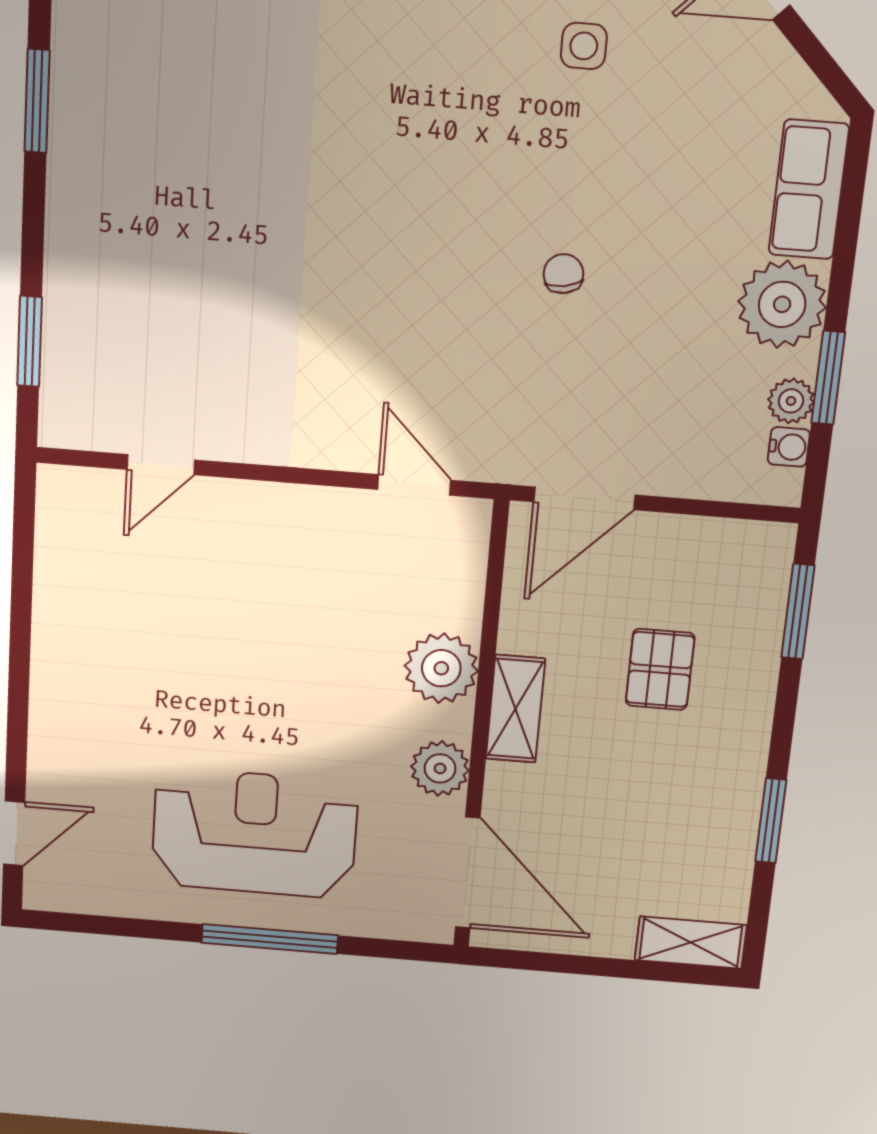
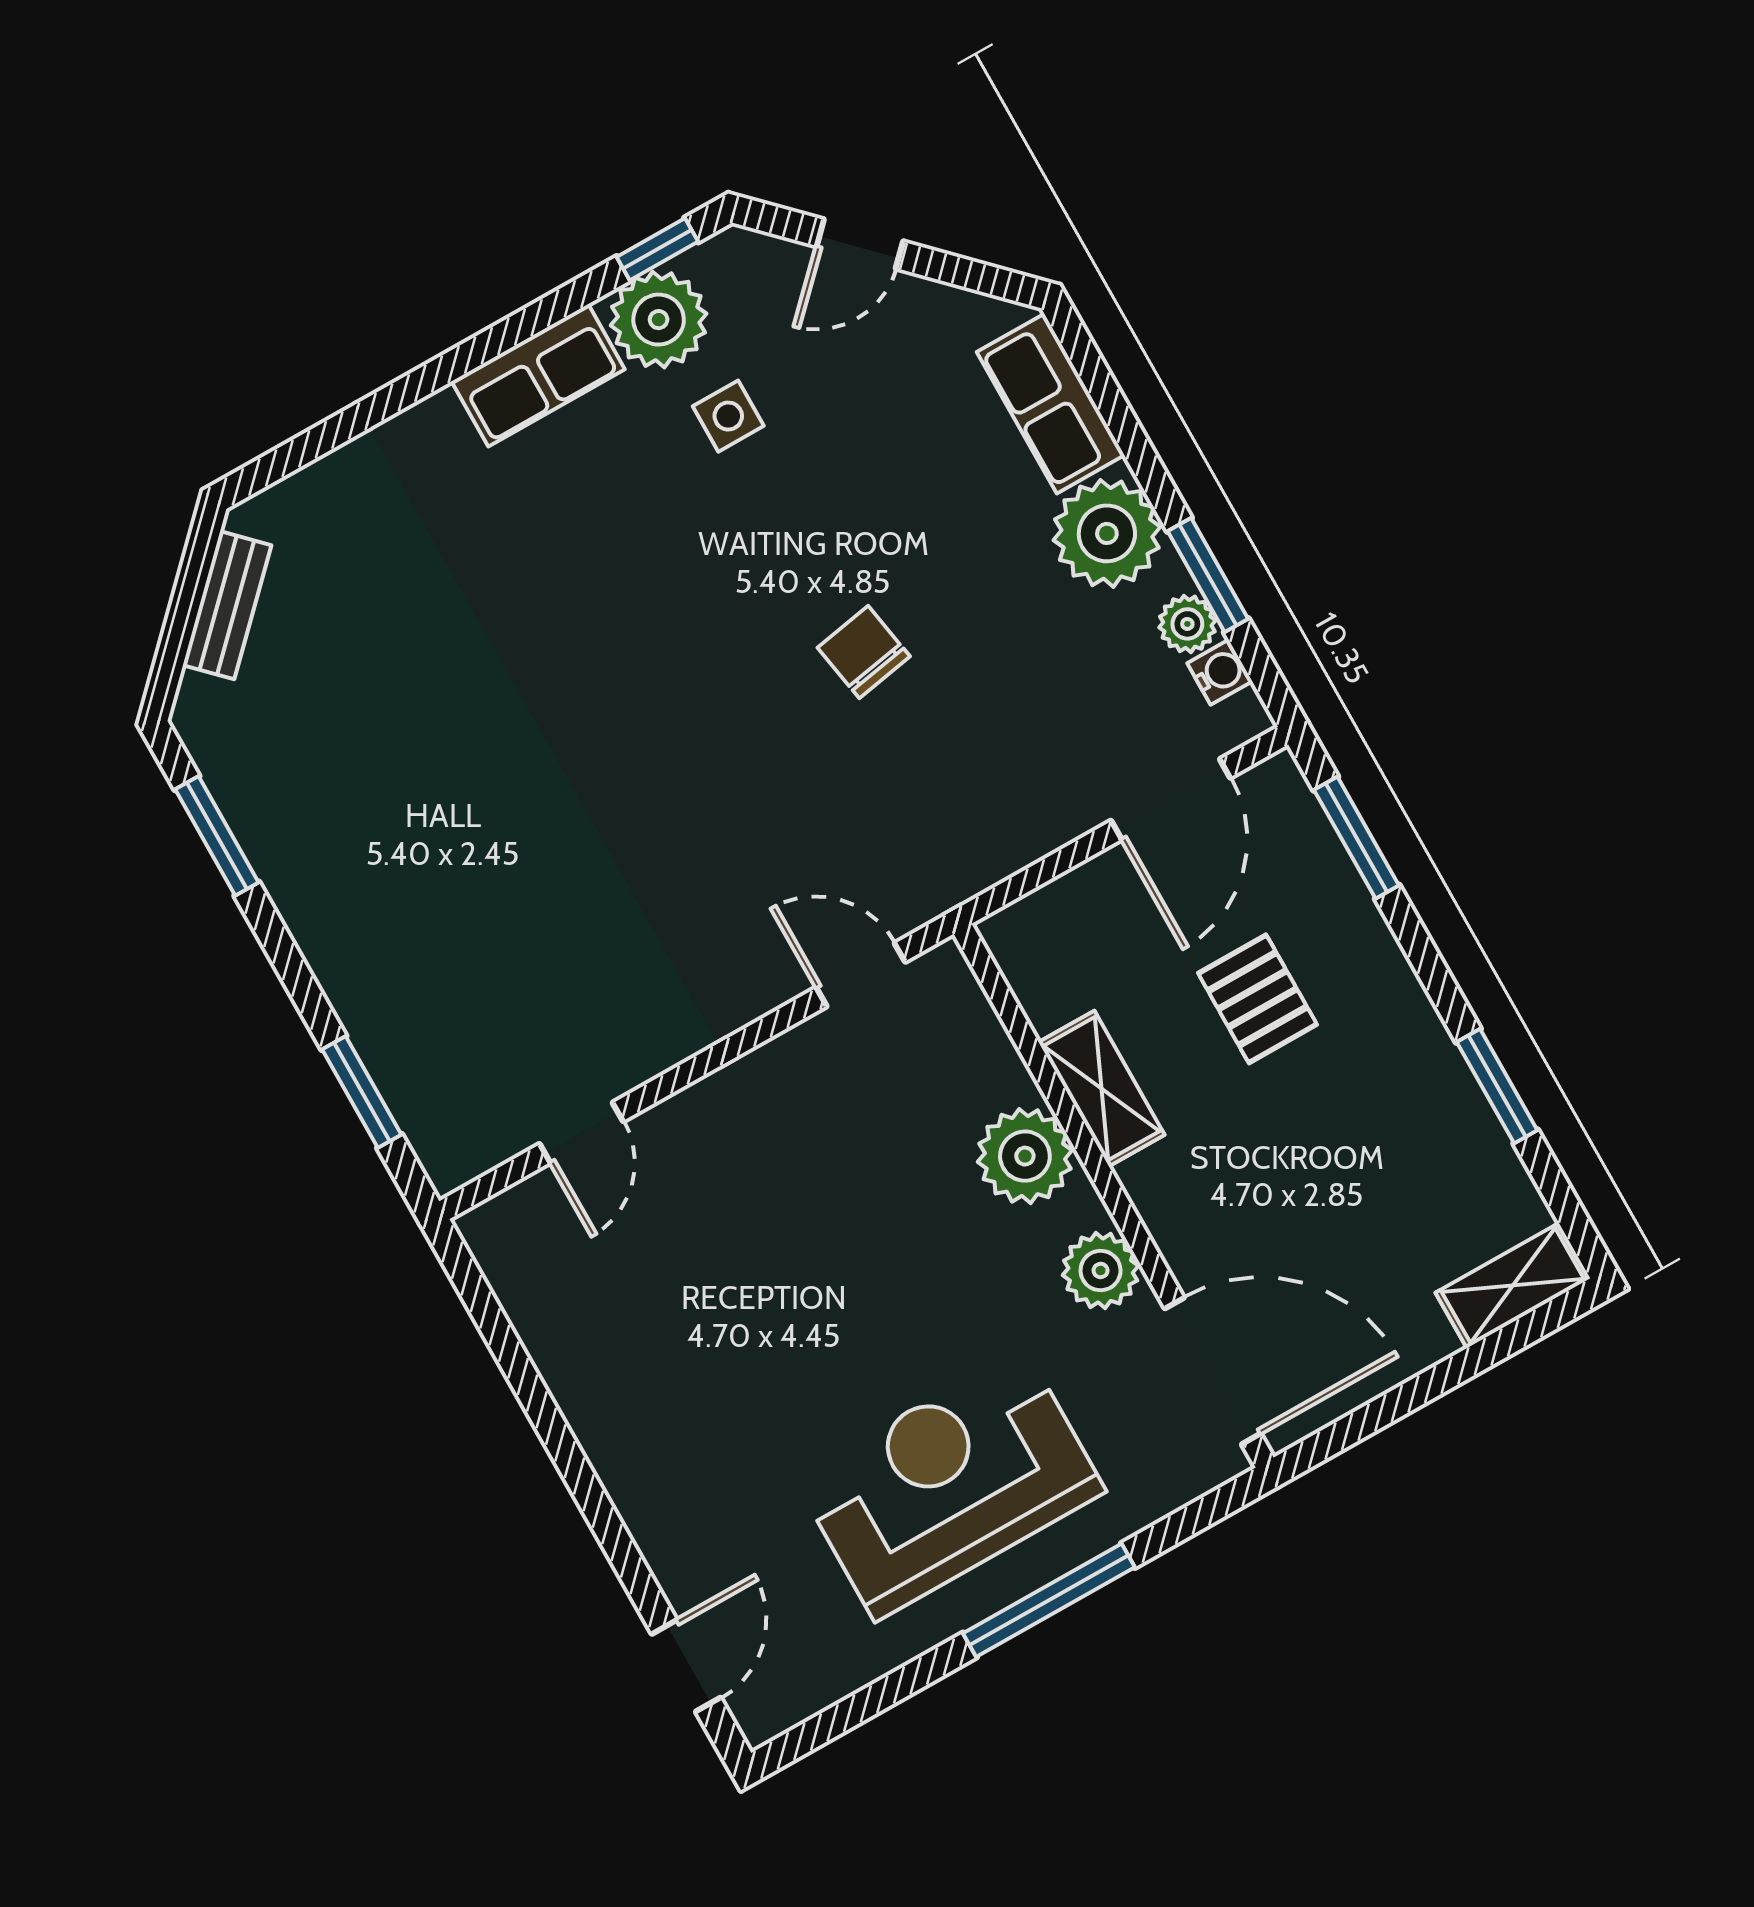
chair: (563, 274) -> (864, 652), width x1.37, depth x1.37
door: (584, 498) -> (1171, 799), moved
shelving: (515, 709) -> (1102, 1089), moved

